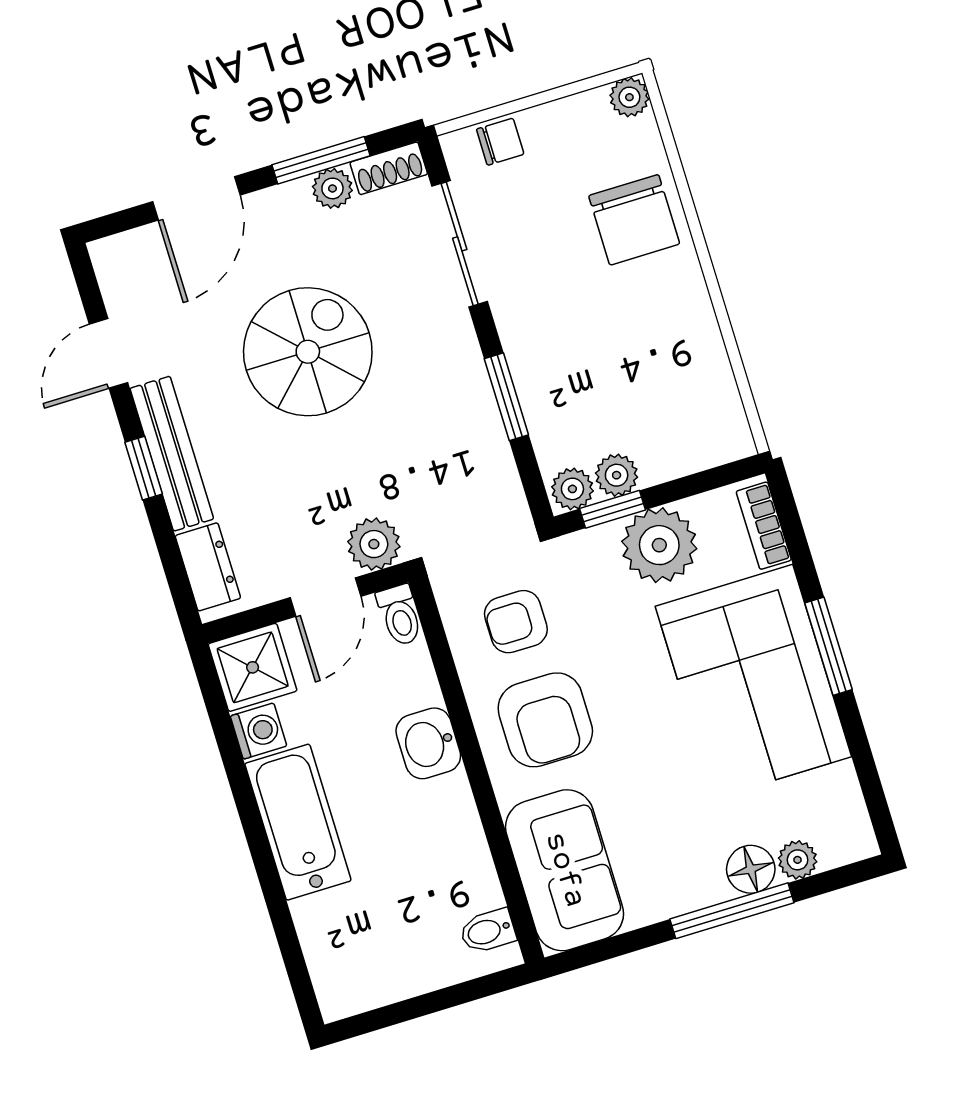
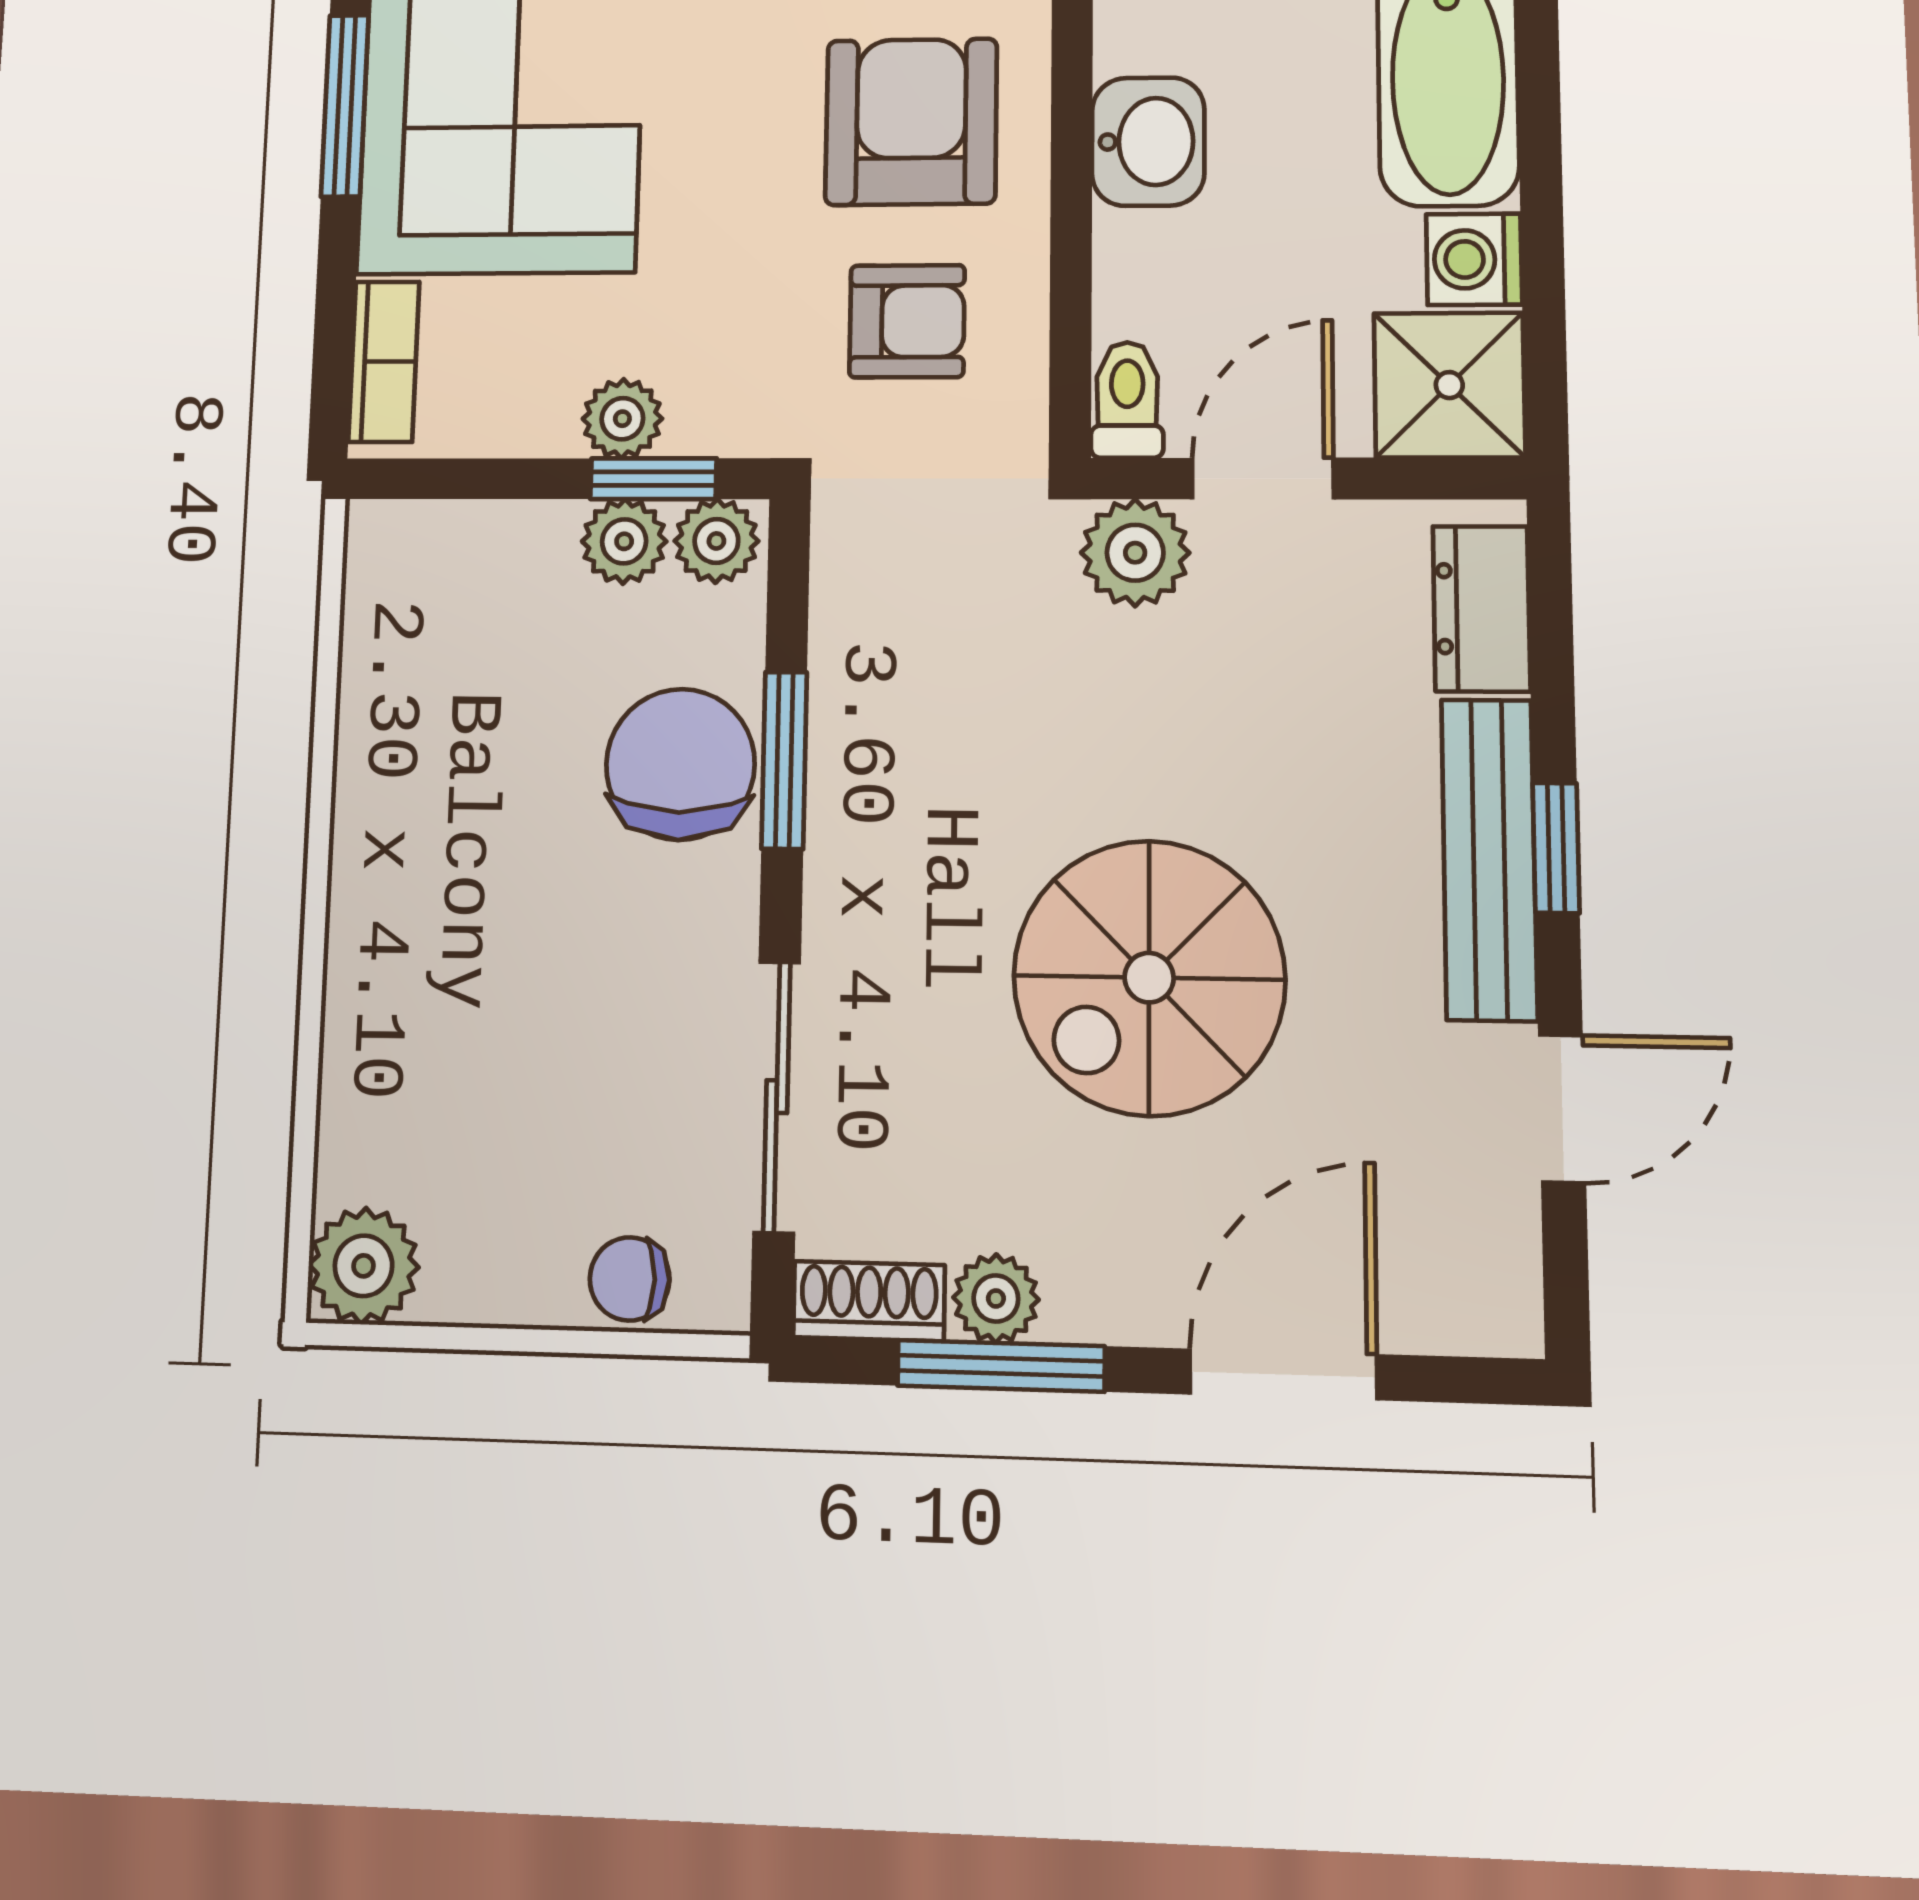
plant: (629, 97) -> (364, 1266), width x1.38, depth x1.38
chair: (634, 220) -> (680, 764), moved
plant: (659, 545) -> (622, 419), width x0.53, depth x0.53

